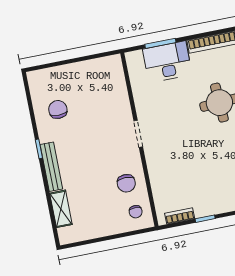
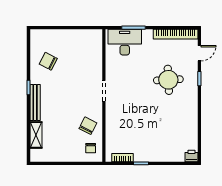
desk: (167, 62) -> (125, 42), moved
chair: (58, 109) -> (48, 61), turned -63
chair: (126, 183) -> (88, 126), turned -153

